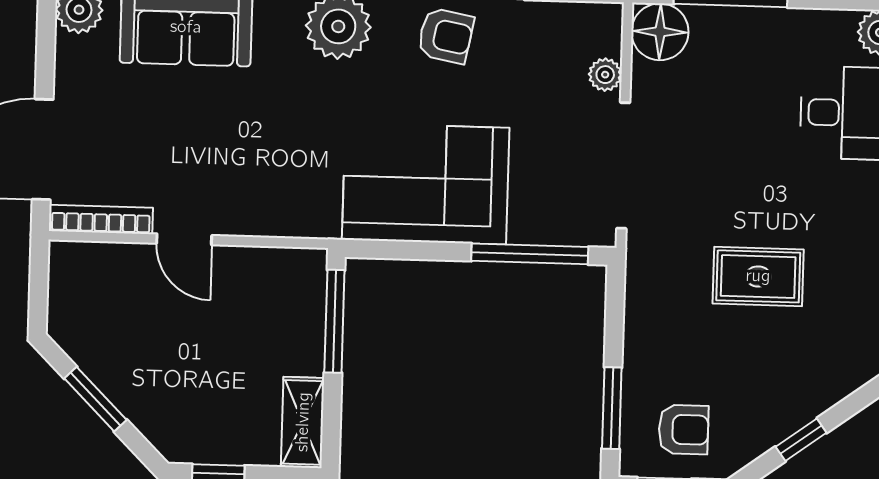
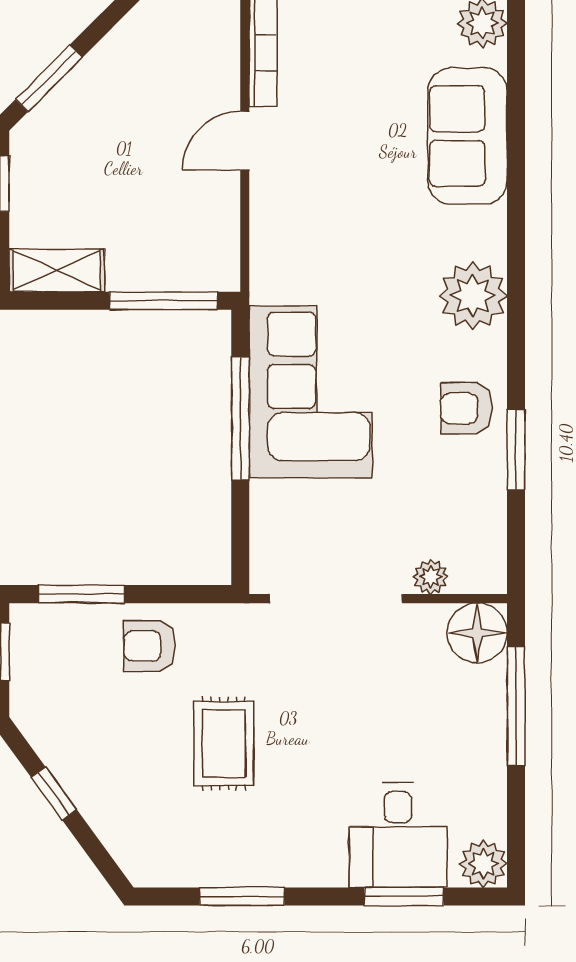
armchair: (446, 36) -> (467, 408), turned 79
window: (530, 254) -> (240, 419), moved
window: (95, 399) -> (49, 78), moved
armchair: (683, 430) -> (150, 646), moved, turned 90

